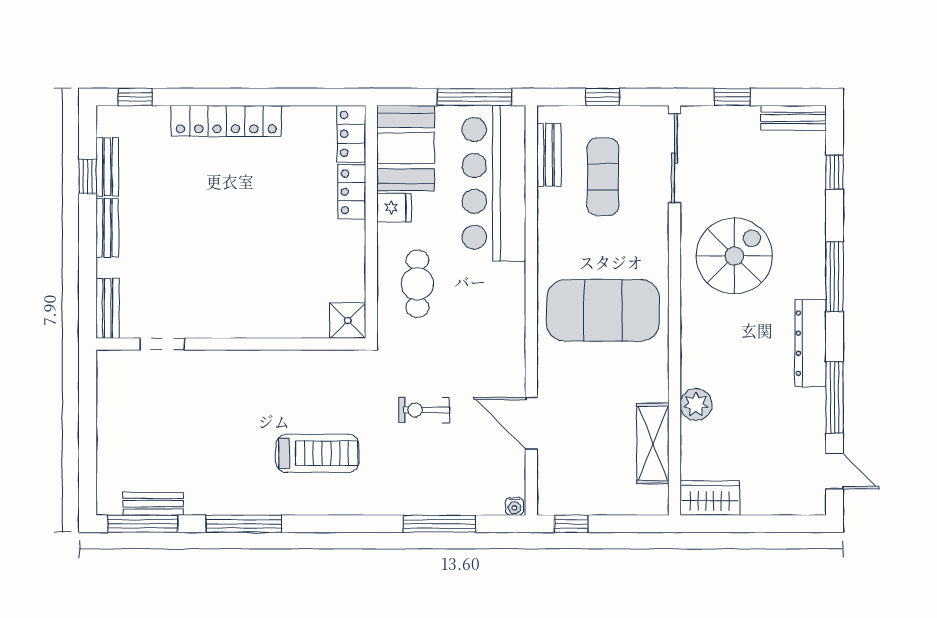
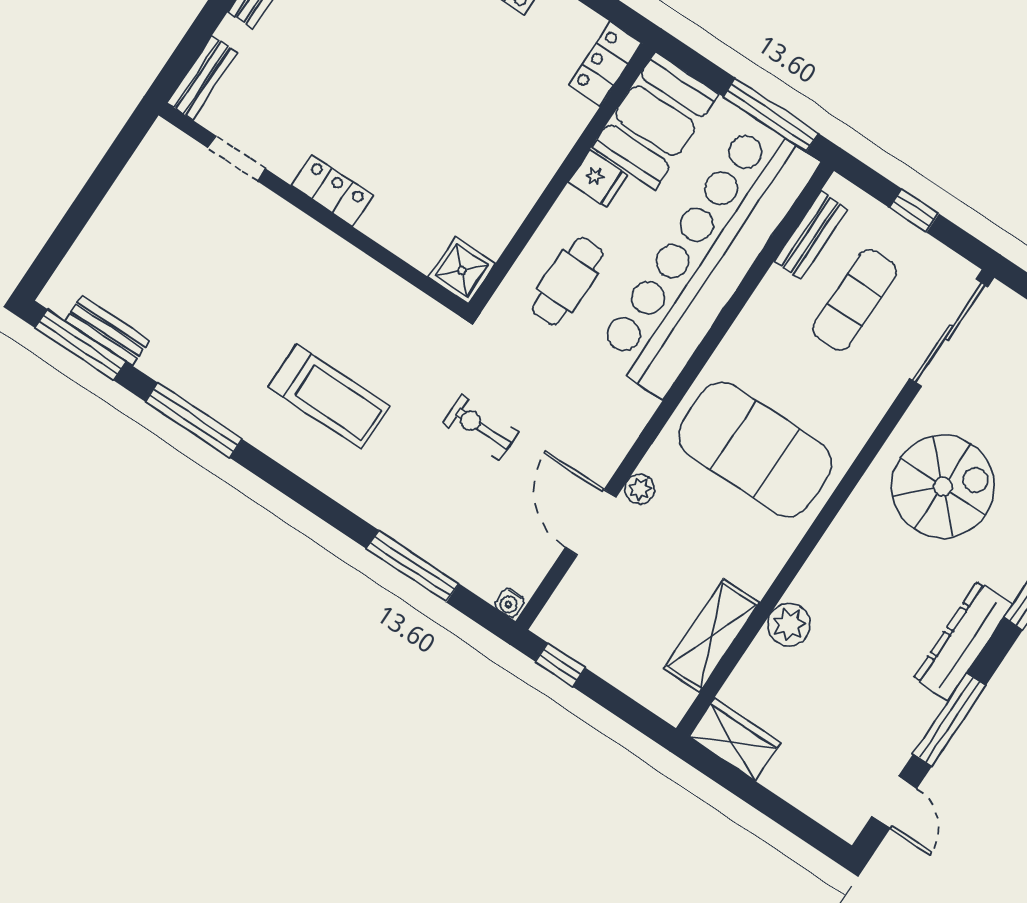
bar counter: (494, 183) -> (707, 258), width x1.36
locker: (352, 192) -> (332, 191), moved, turned 90
plant: (548, 382) -> (640, 489), added

